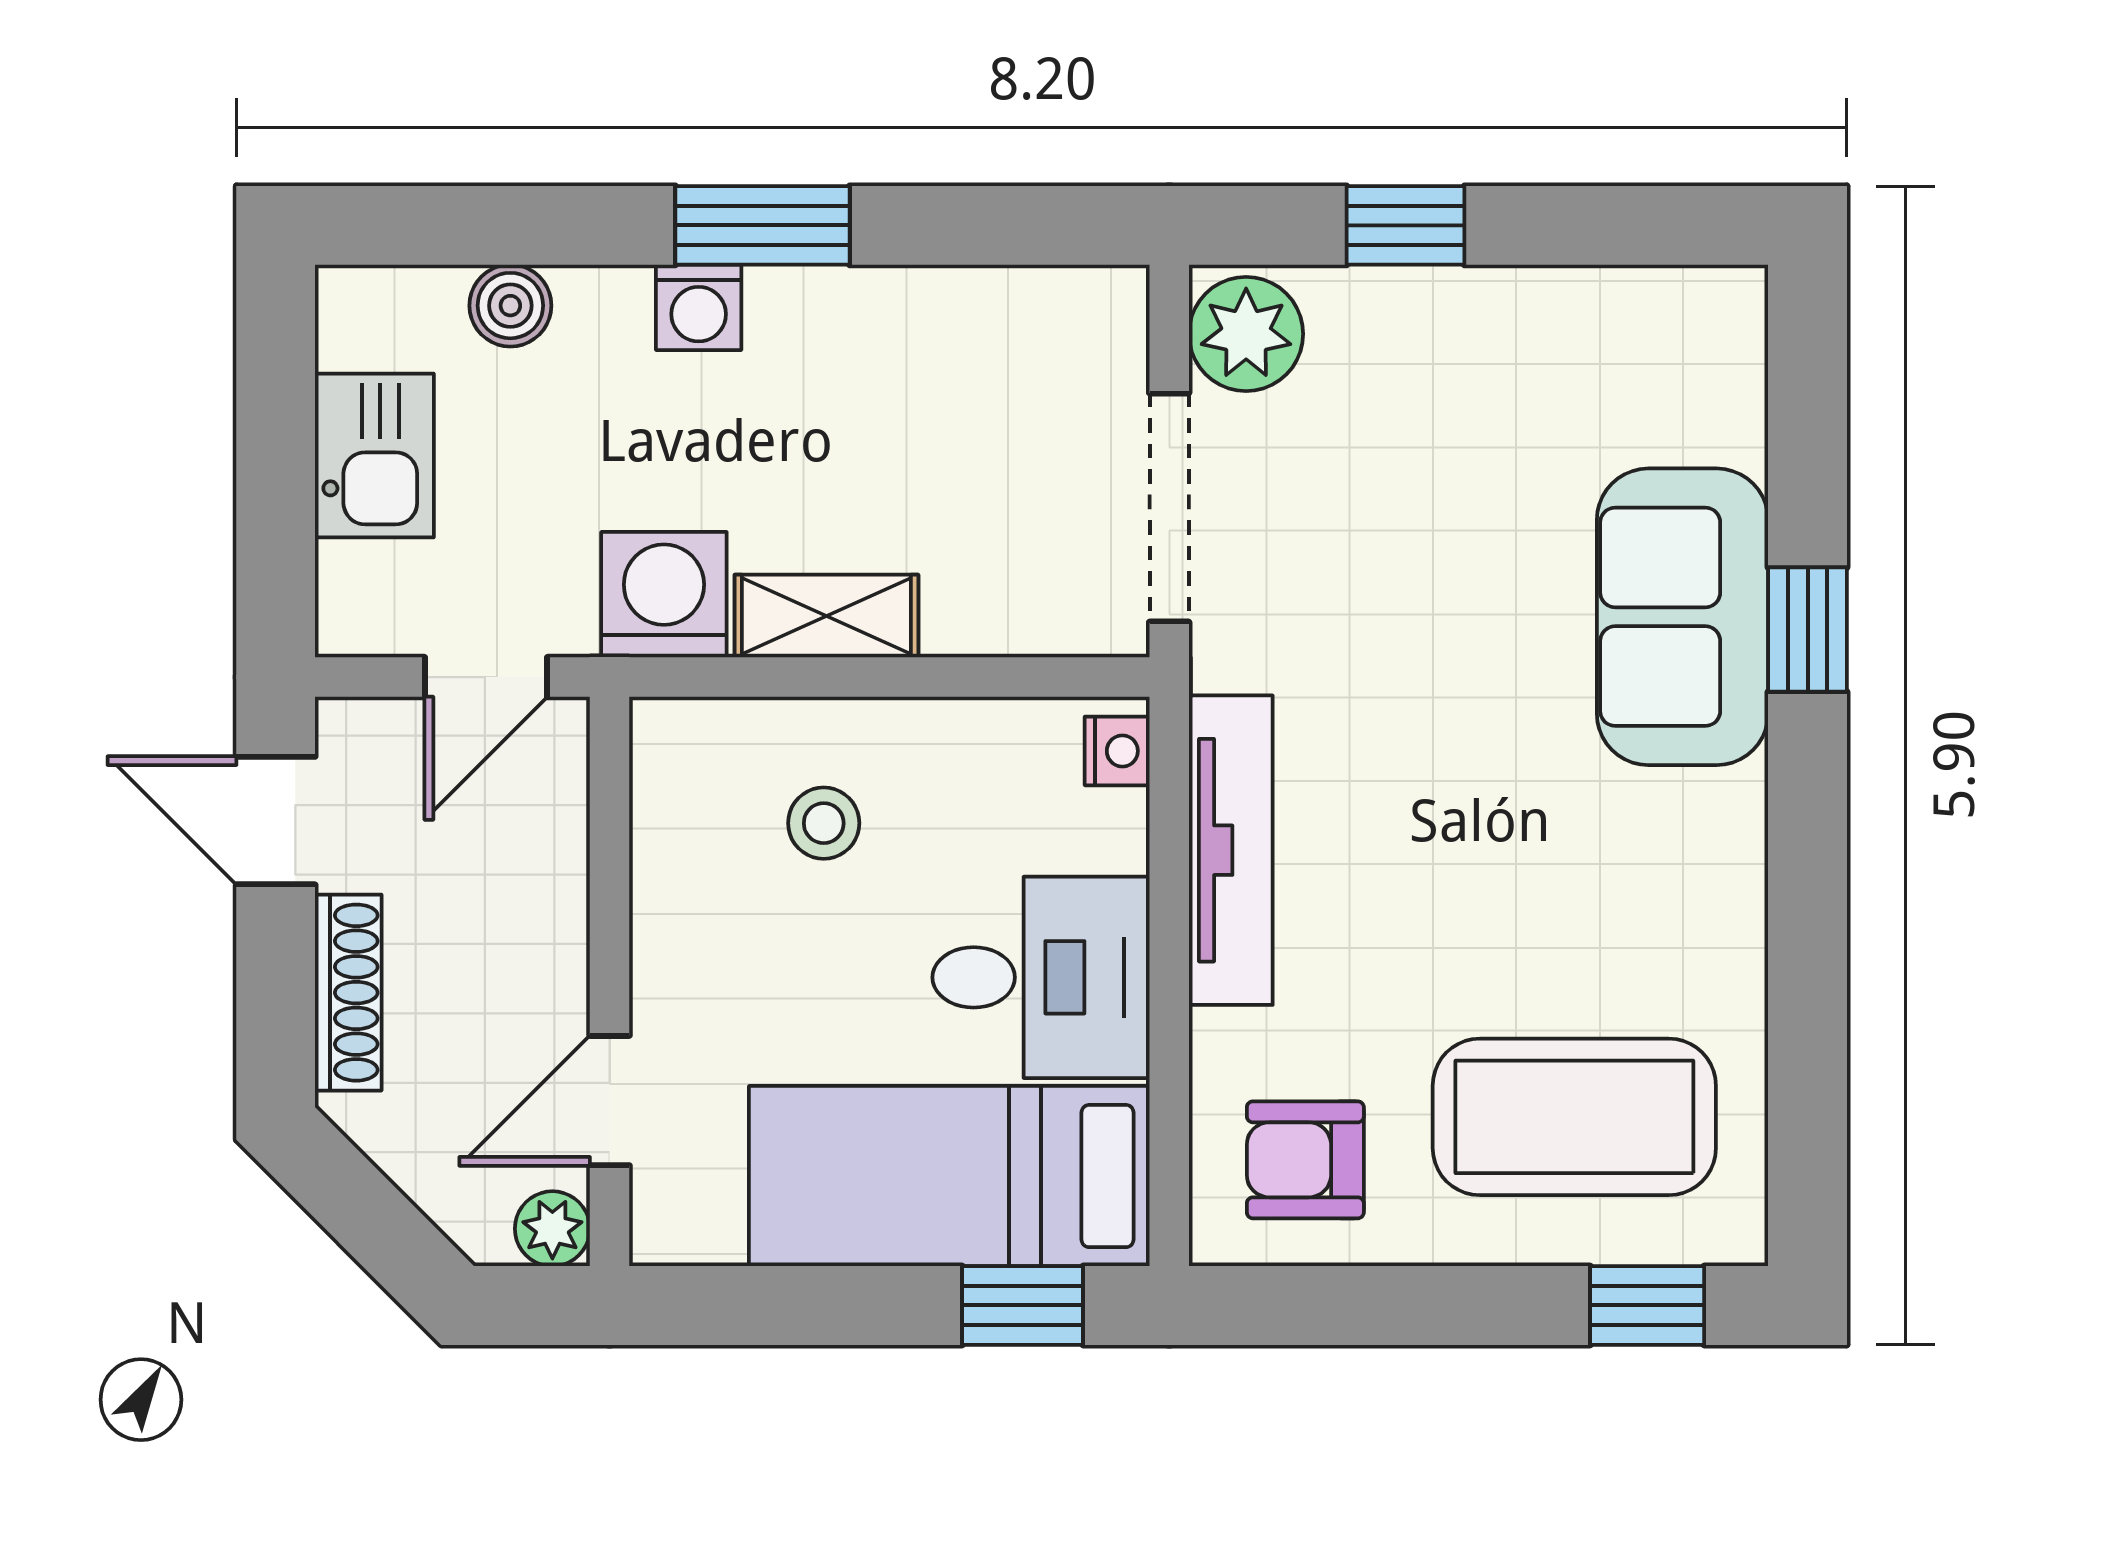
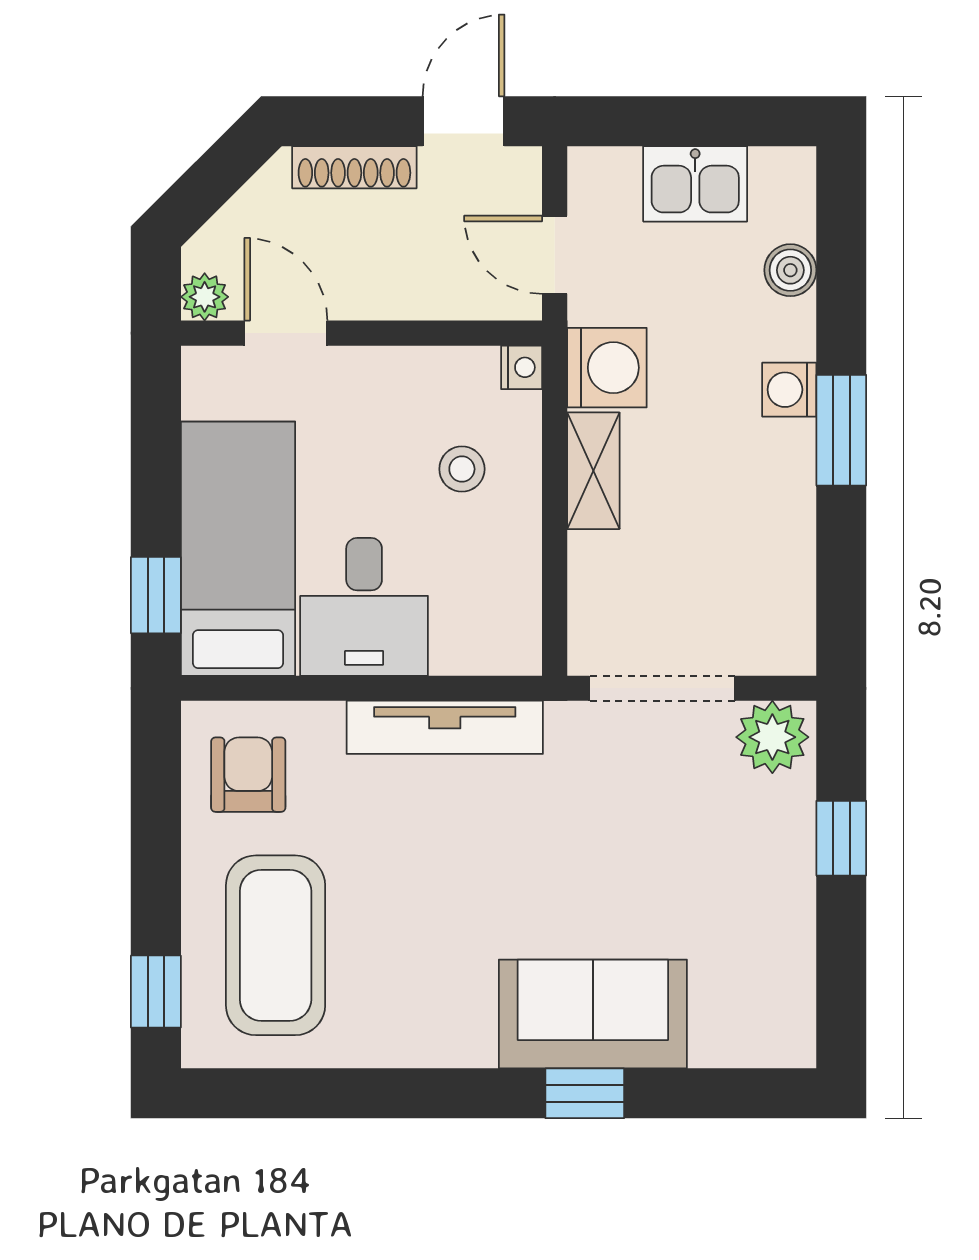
nightstand: (1117, 751) -> (522, 367), moved, turned -90

